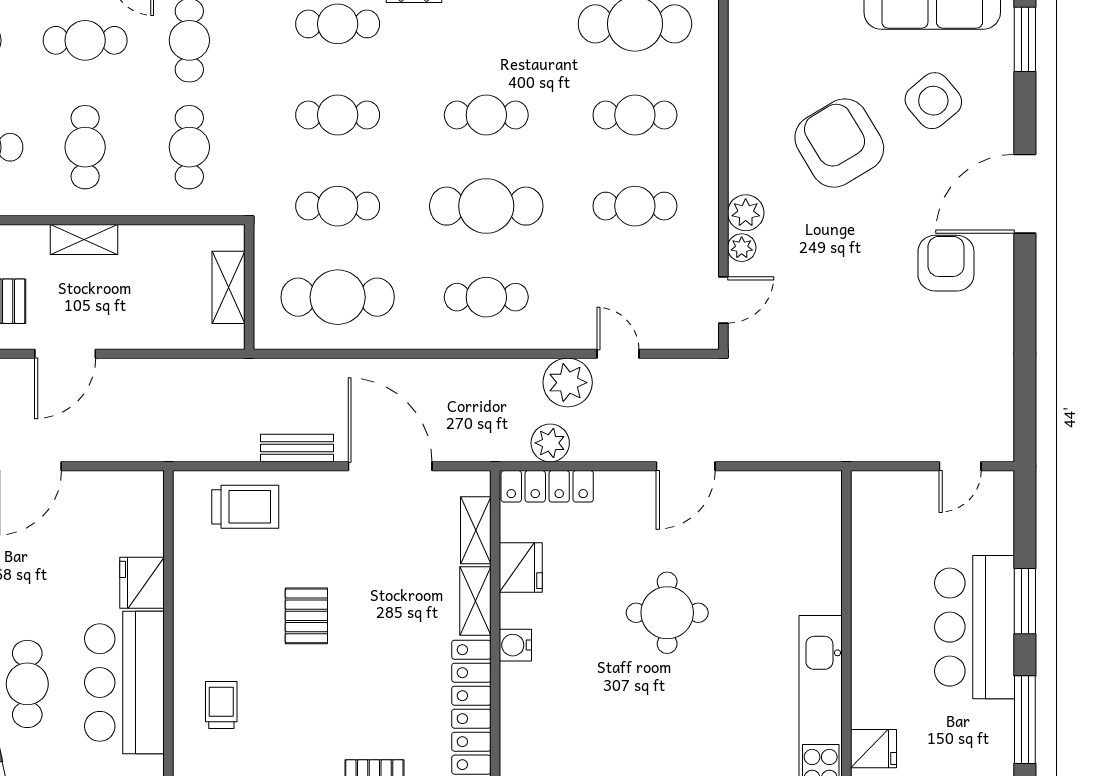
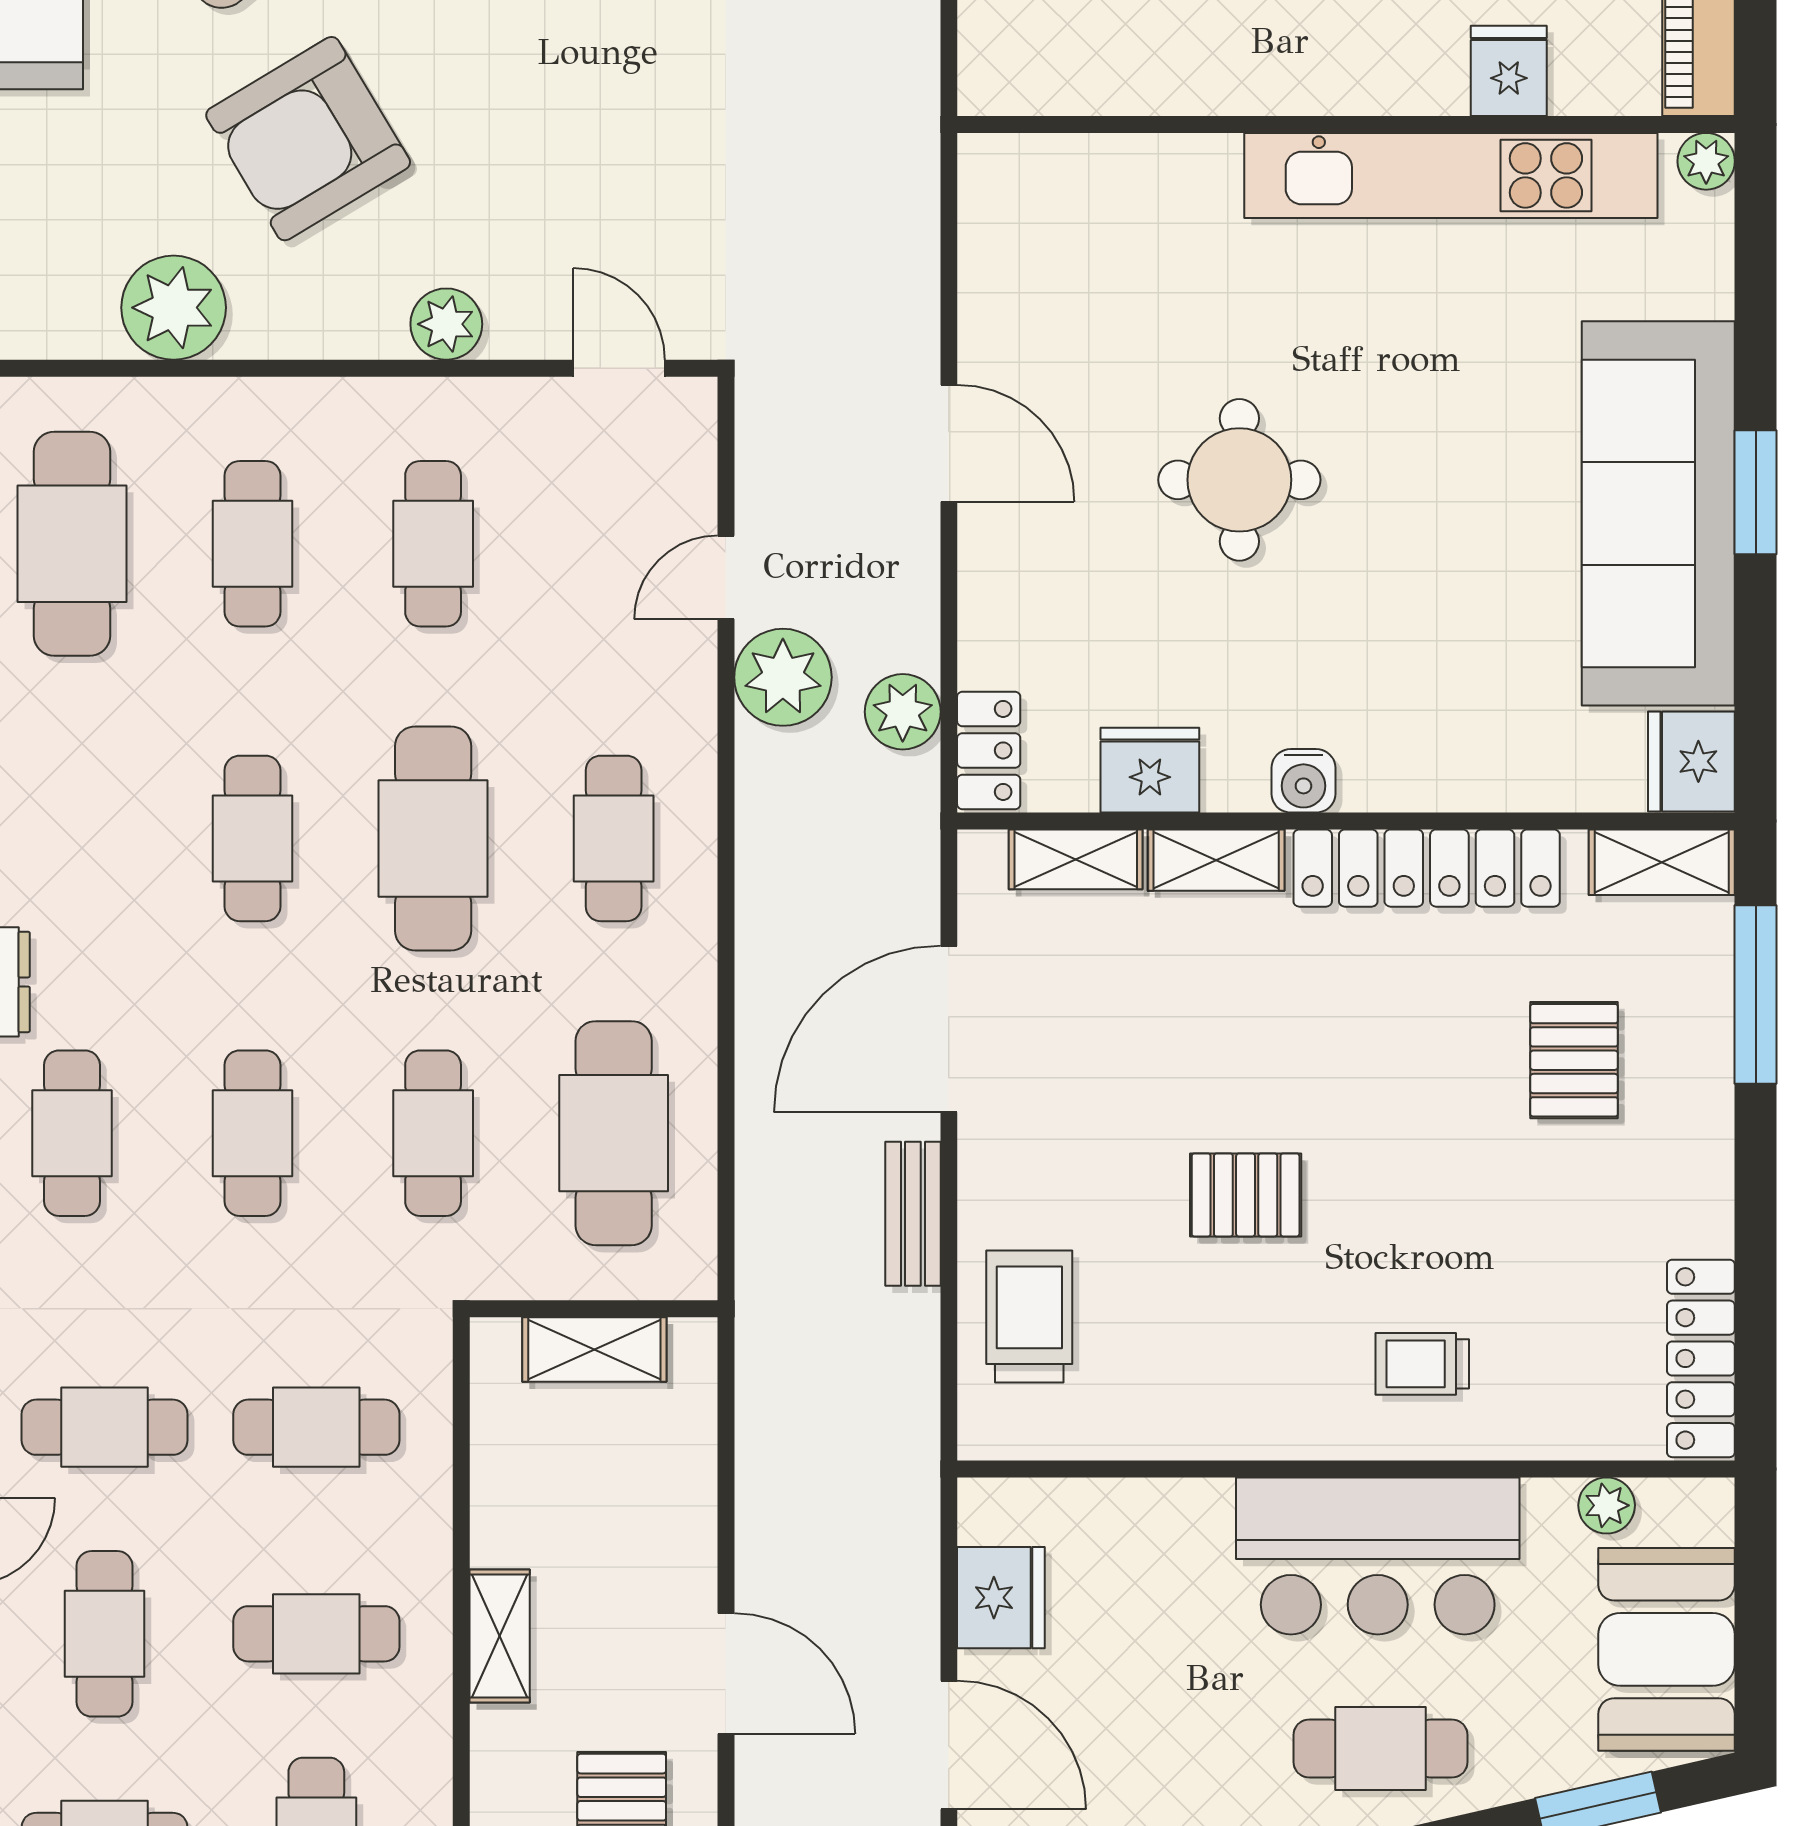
plant: (742, 248) -> (174, 308), moved, width x1.88, depth x1.88
locker: (547, 486) -> (989, 750), width x0.66
fridge: (142, 583) -> (1001, 1598), moved, turned -90

